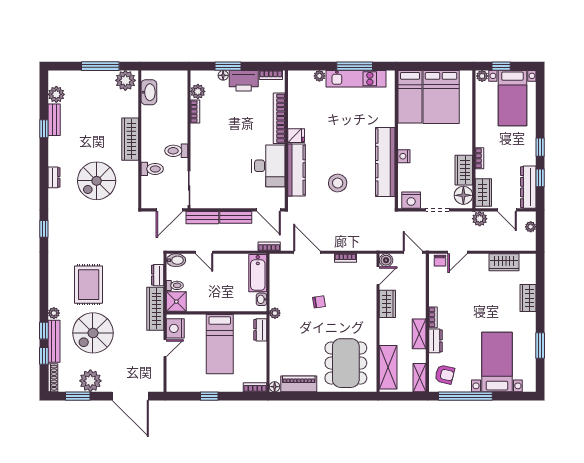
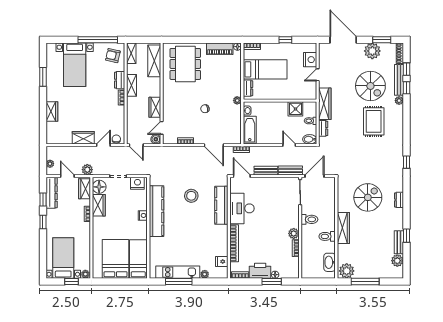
plant: (198, 91) -> (294, 233), moved
fridge: (296, 136) -> (222, 261), moved
toilet: (152, 169) -> (327, 236), moved
wardrobe: (504, 262) -> (83, 138), moved
shower: (176, 302) -> (295, 109), moved
nightstand: (175, 328) -> (310, 60), moved
spiral stairs: (93, 333) -> (370, 86), turned 90
bed: (220, 344) -> (265, 69), moved, turned 90

